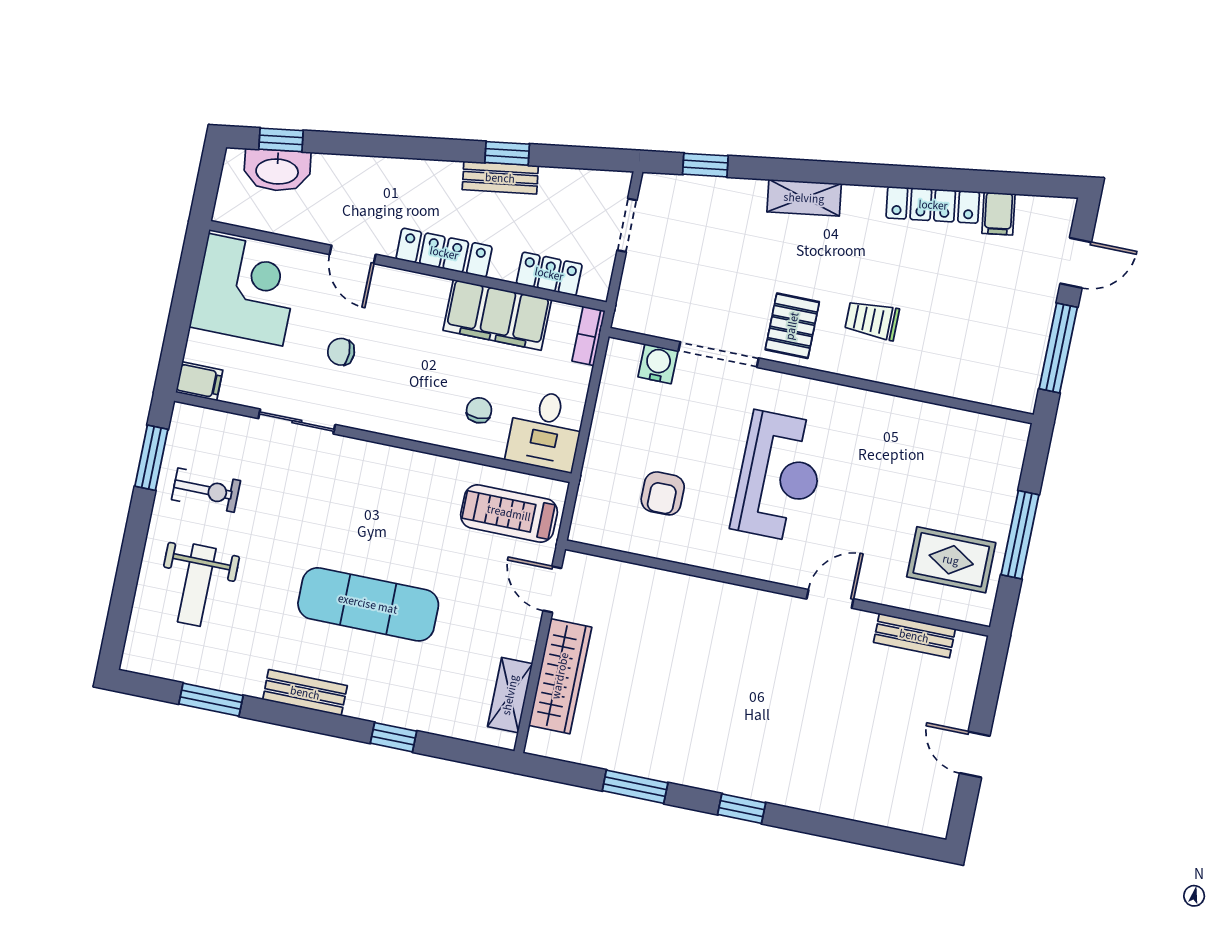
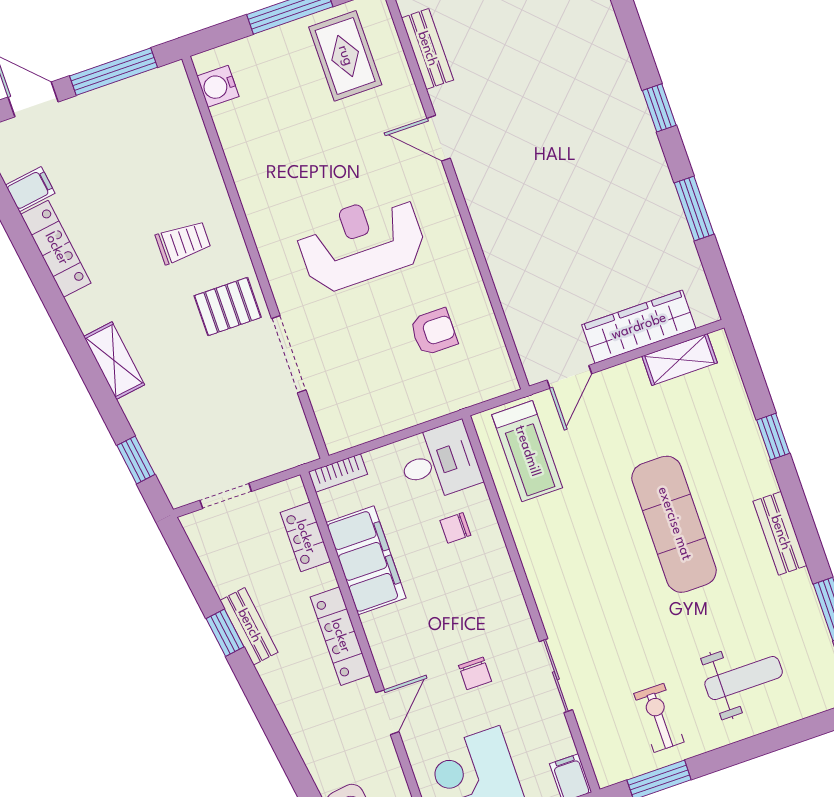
trolley: (872, 320) -> (183, 242), turned -90
water cooler: (658, 364) -> (218, 86), moved

